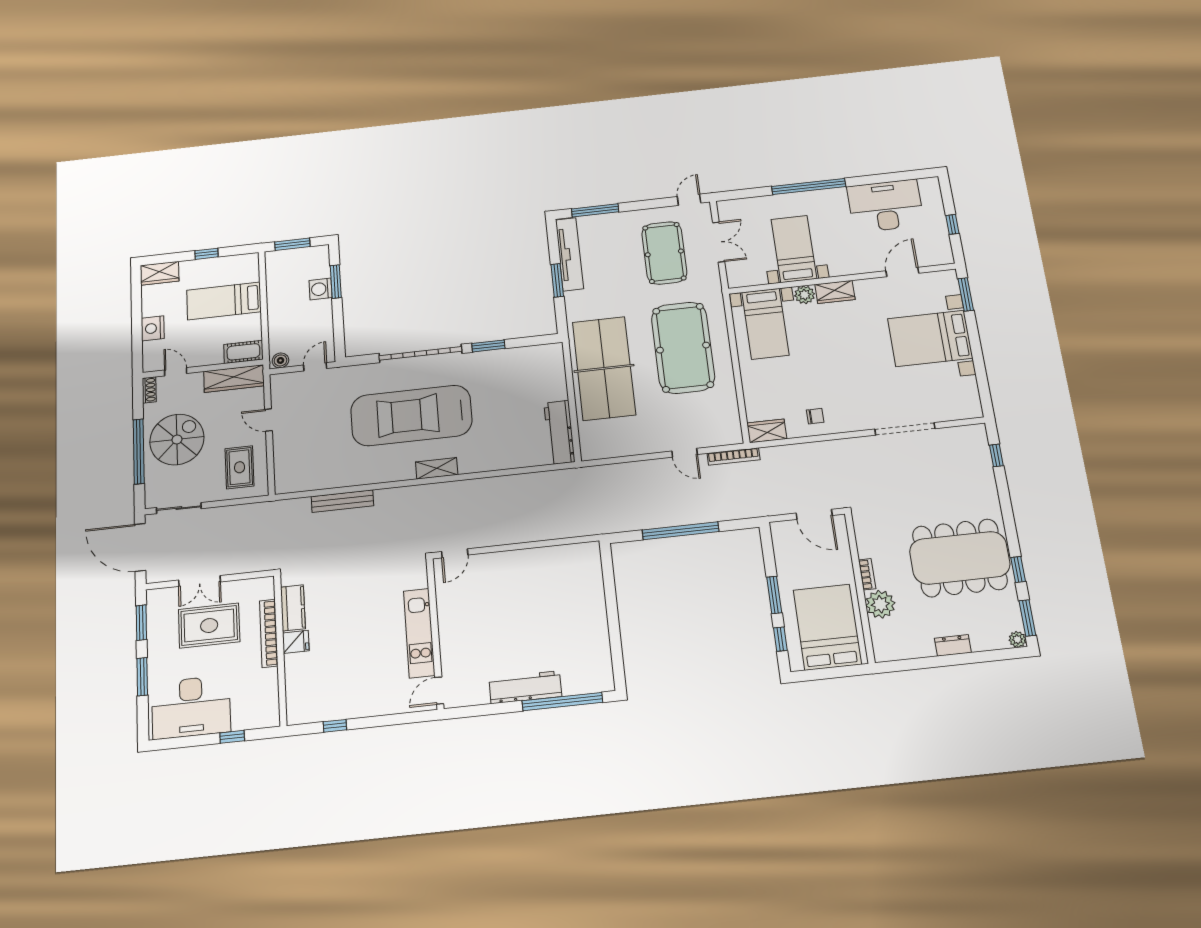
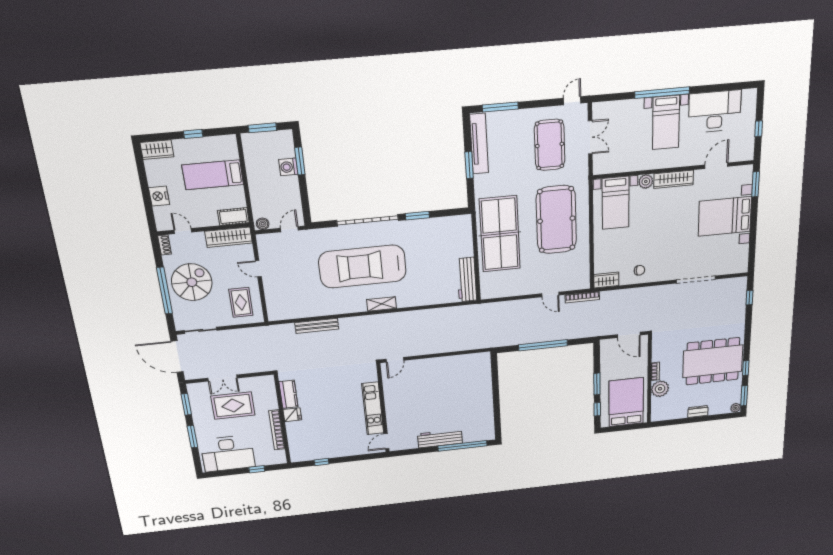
bed with nightstands: (794, 249) -> (666, 123), moved, turned 180
wardrobe: (835, 292) -> (674, 179), width x1.50
bookcase: (269, 633) -> (277, 430), moved

